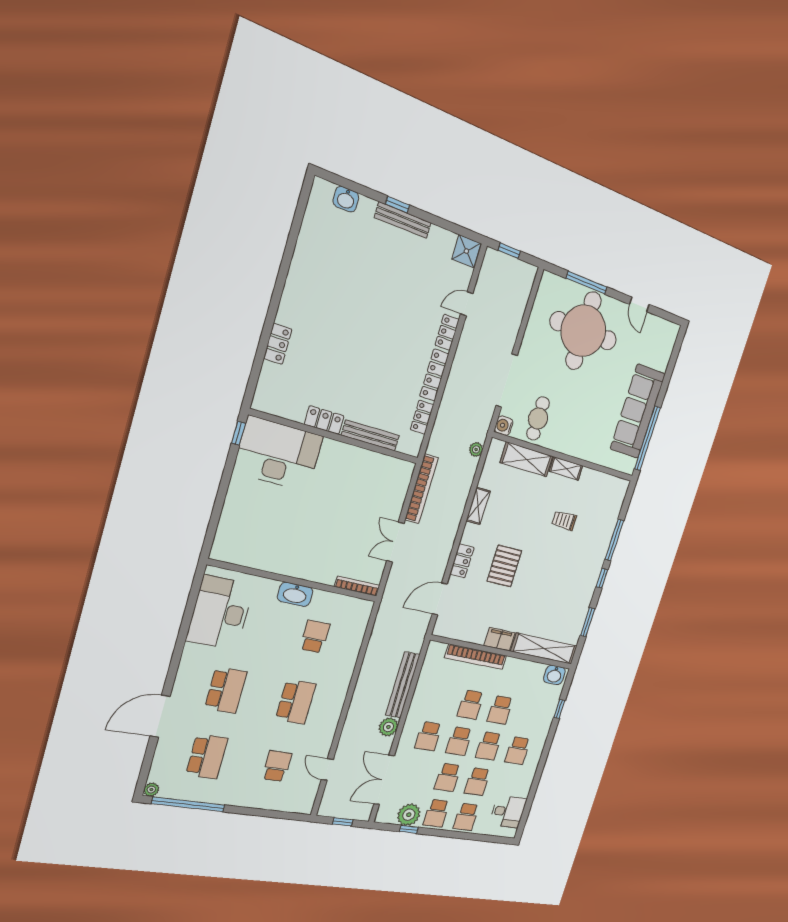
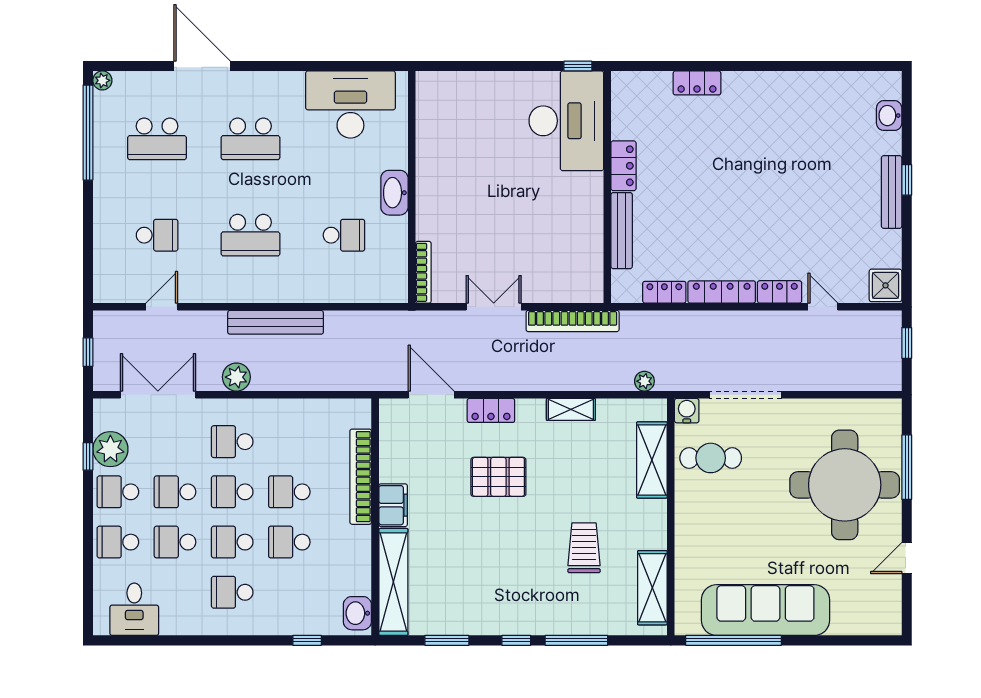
shelving: (566, 469) -> (652, 588), moved, width x1.50, depth x1.33
trolley: (564, 520) -> (584, 548), width x1.36, depth x1.39
bench: (403, 685) -> (276, 322), moved

